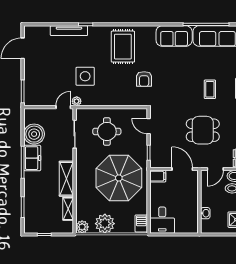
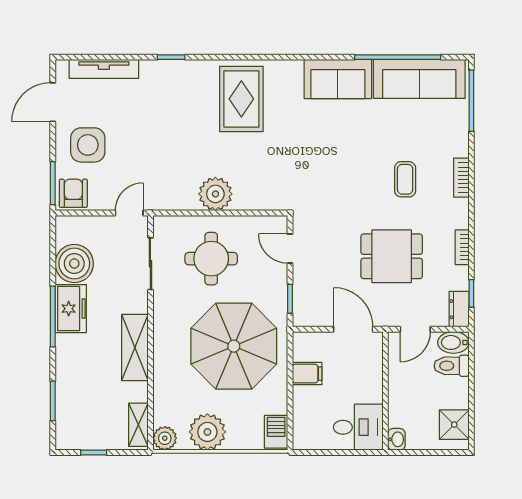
tv unit: (69, 31) -> (104, 69), moved
side table: (85, 76) -> (88, 145), moved
armchair: (144, 79) -> (73, 193), moved, turned 180
plant: (77, 101) -> (215, 194), moved, width x1.88, depth x1.88
filing cabinet: (158, 176) -> (307, 374), moved
shelving: (68, 209) -> (138, 425), moved
washbasin: (205, 213) -> (396, 439), moved
desk: (162, 220) -> (358, 427), moved, turned -90

